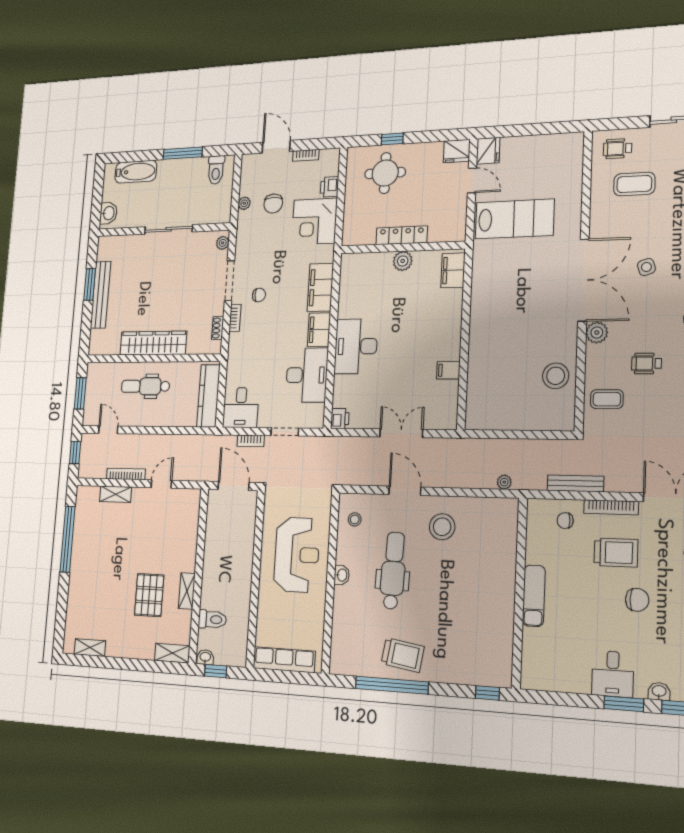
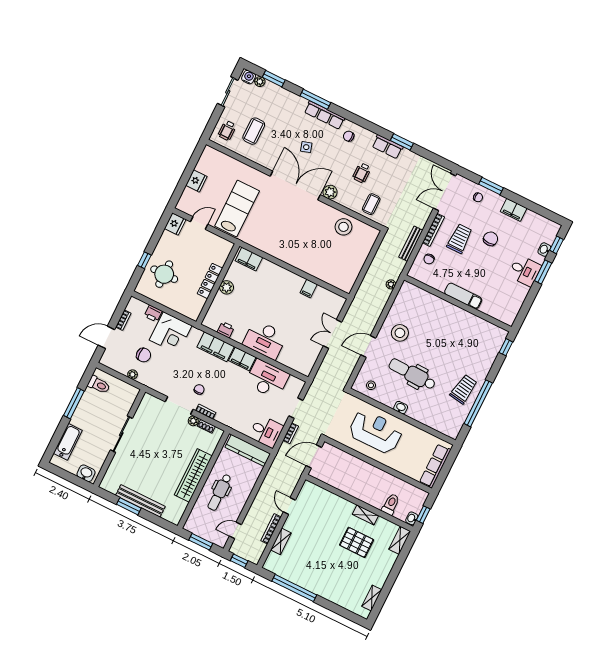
fridge: (488, 151) -> (196, 181), moved, turned 90
plant: (223, 243) -> (193, 421), moved
printer: (340, 419) -> (226, 330), moved

